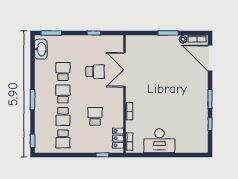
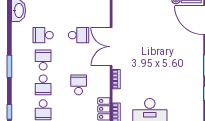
double door: (124, 70) -> (111, 47), moved
school desk: (63, 71) -> (43, 35), turned -90

